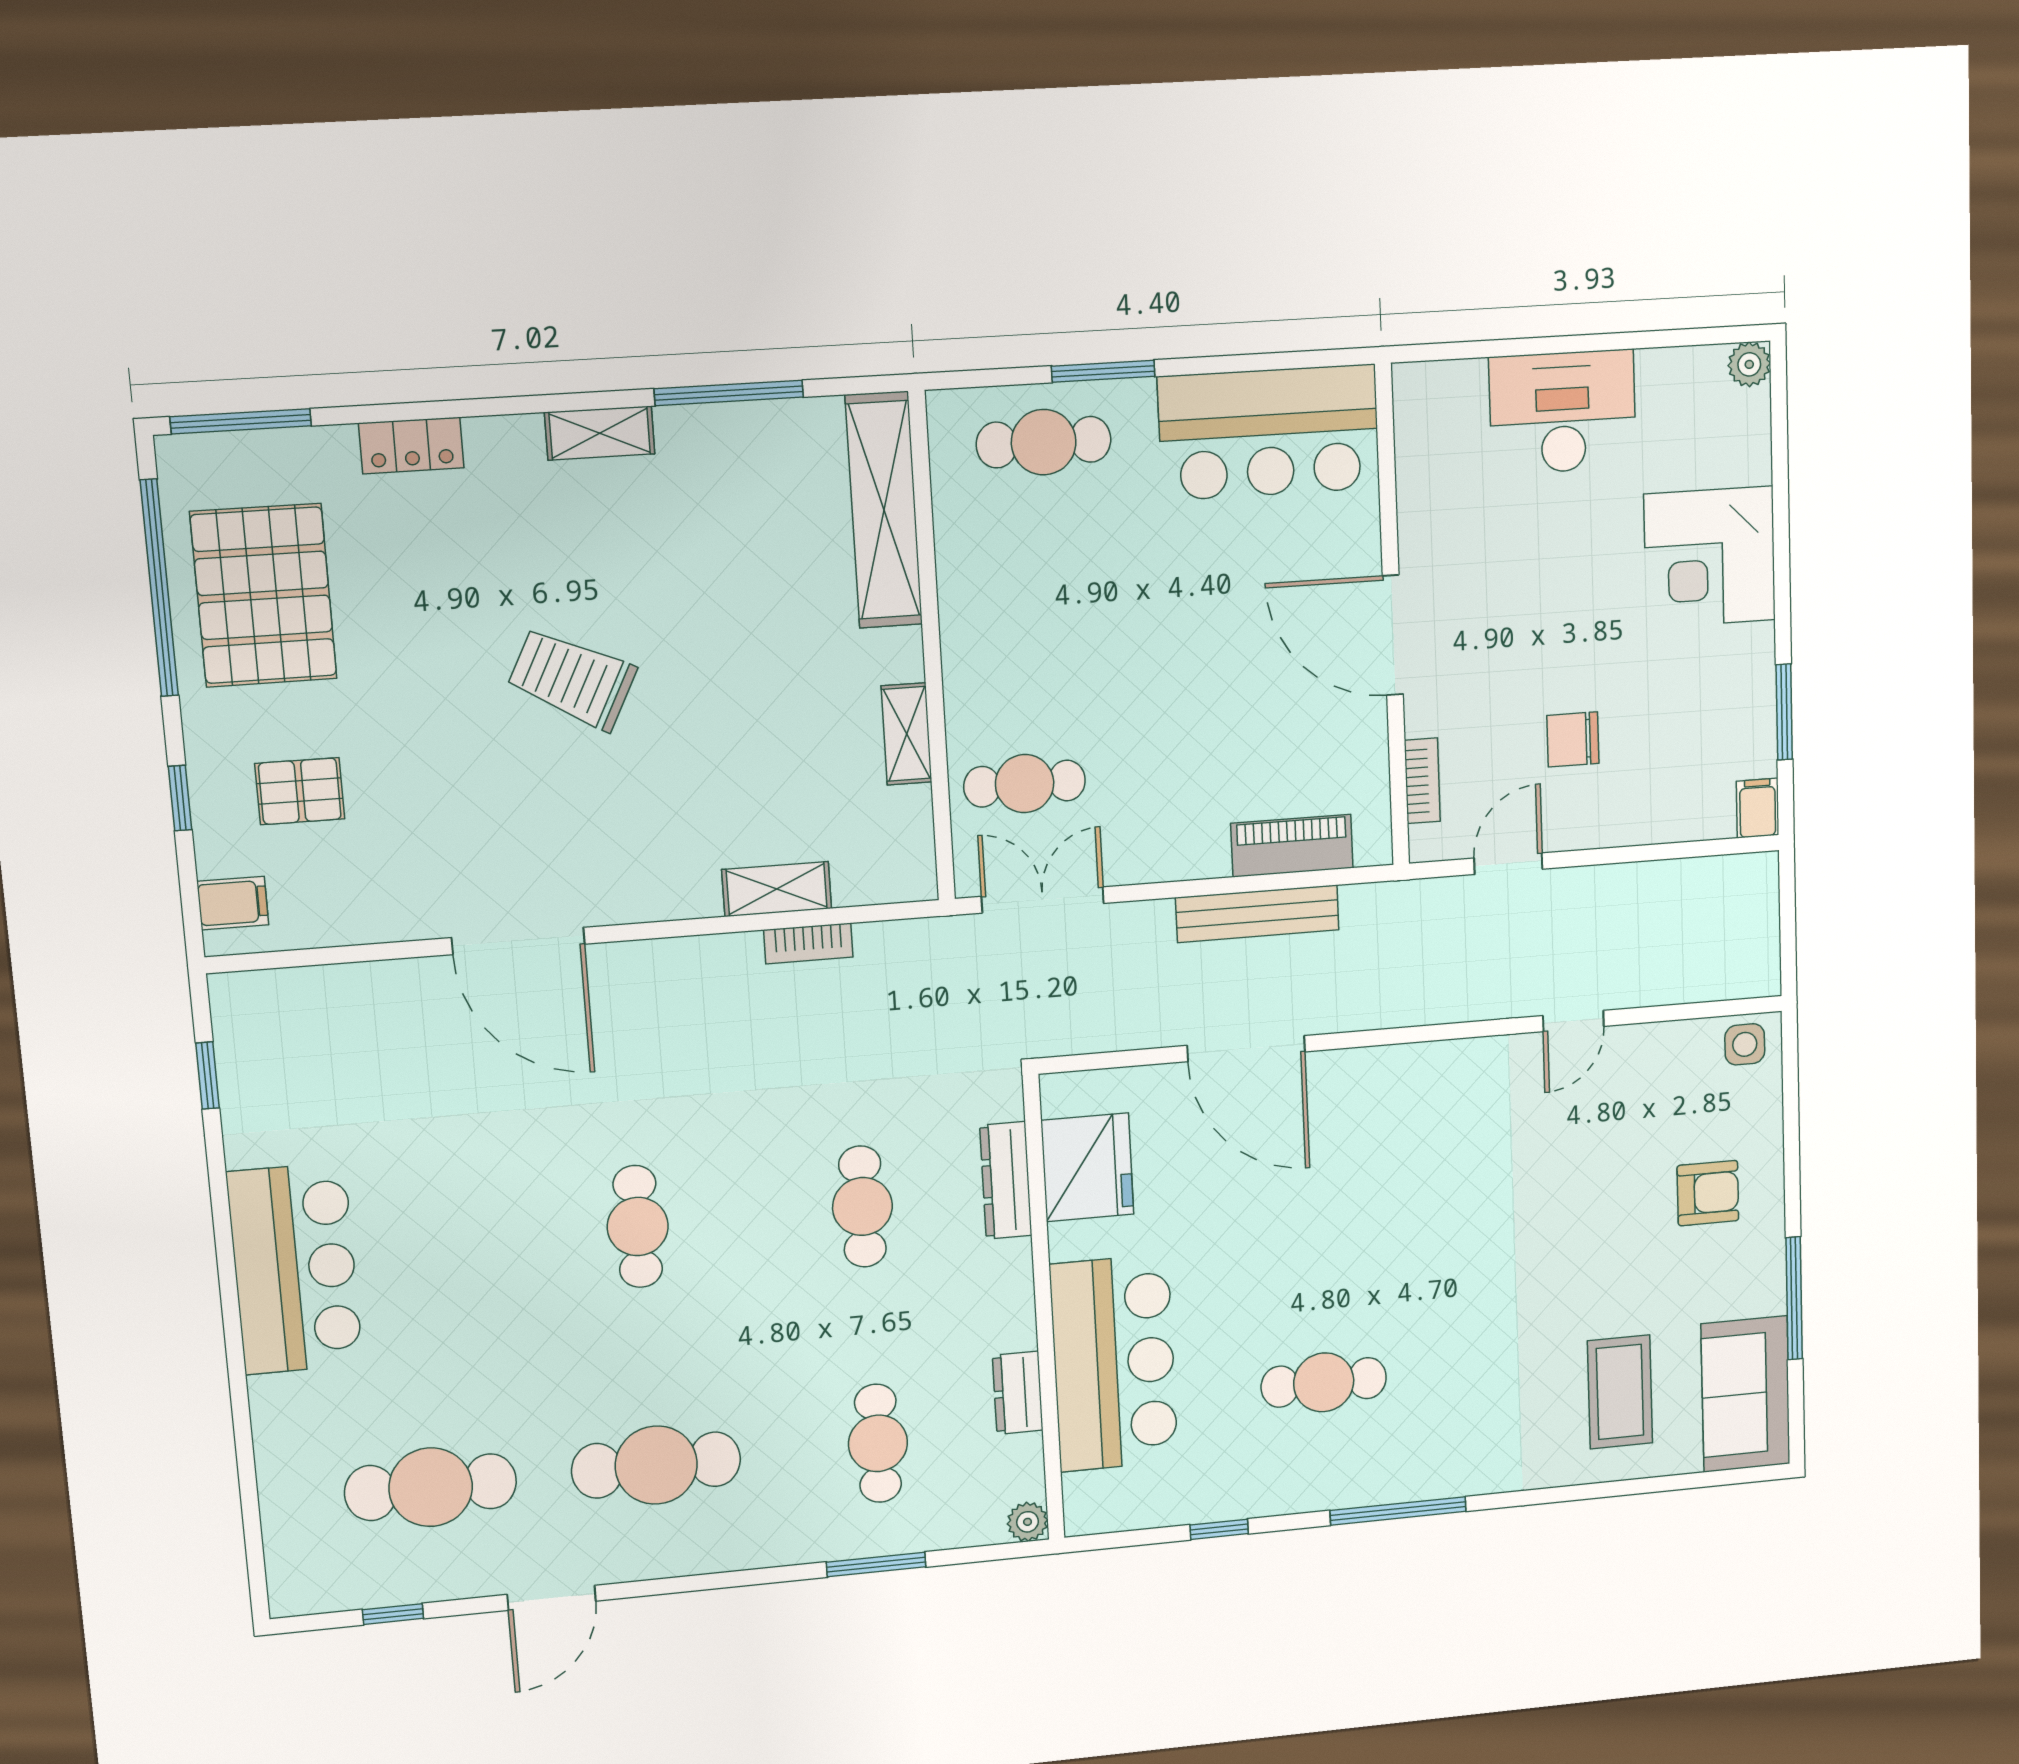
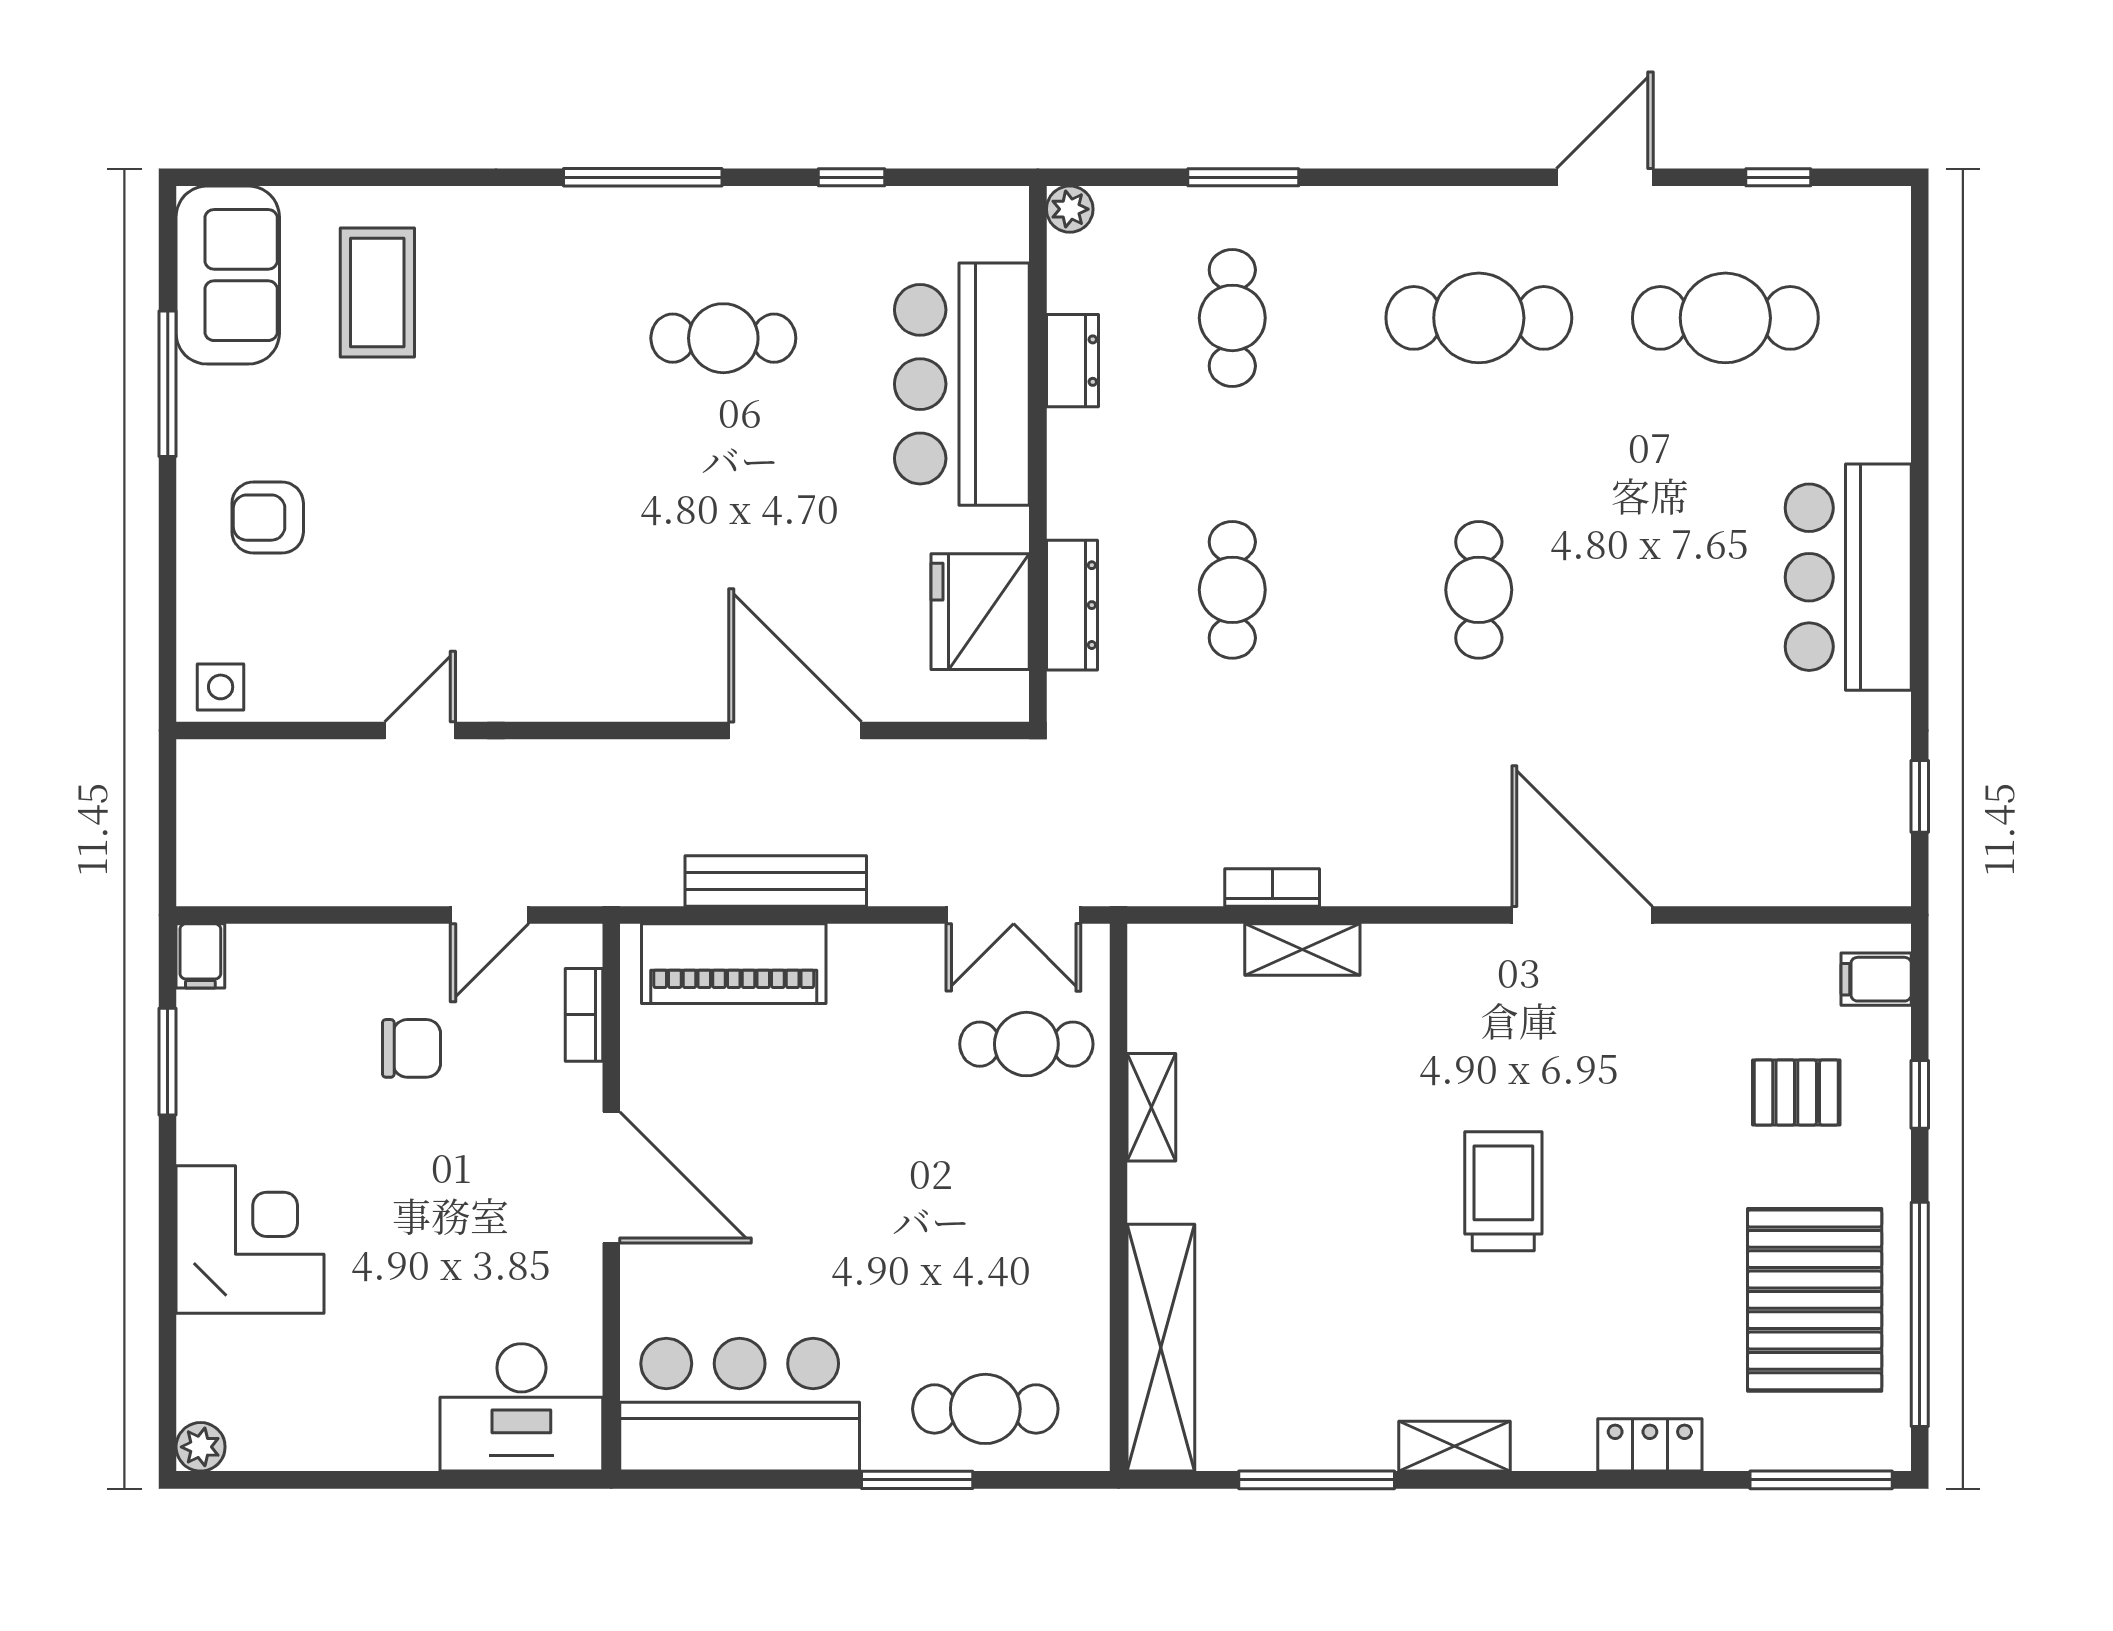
desk: (1563, 412) -> (521, 1407), moved
trolley: (572, 679) -> (1503, 1191), turned -117
piano: (1292, 846) -> (734, 964), width x1.37, depth x1.33

